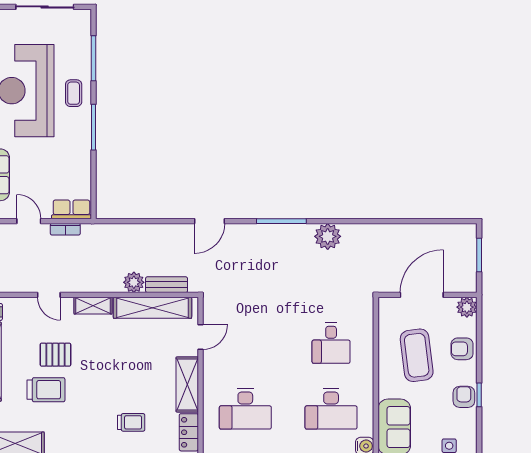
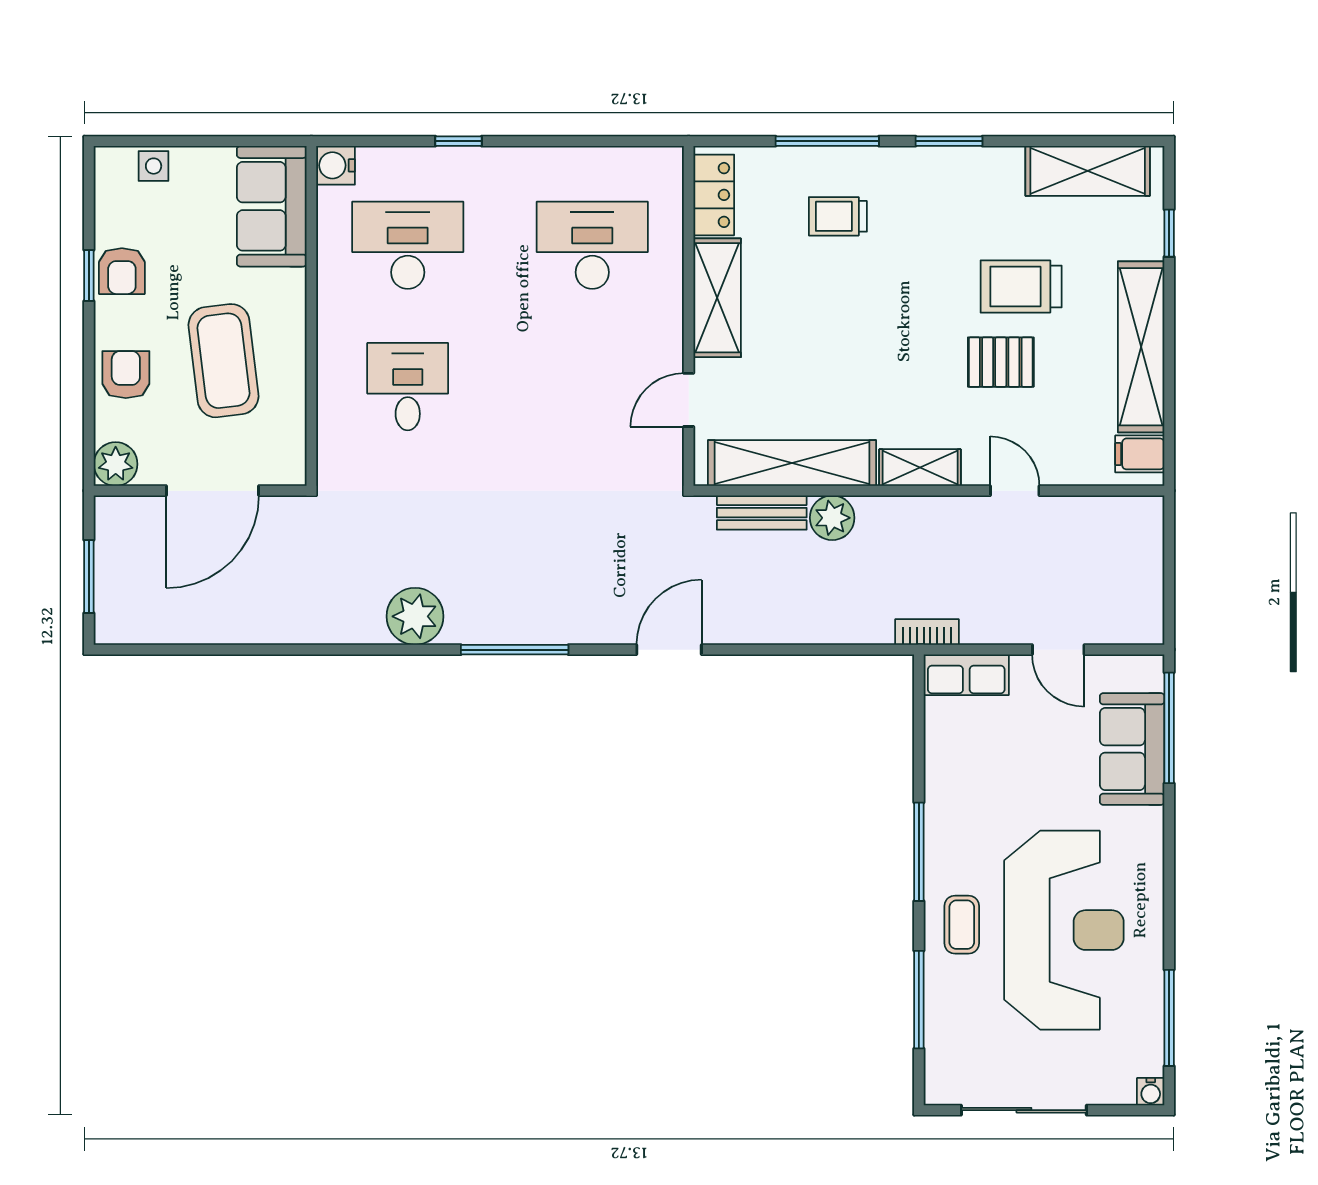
bookcase: (65, 229) -> (927, 632), moved
armchair: (462, 349) -> (126, 375), turned -90

